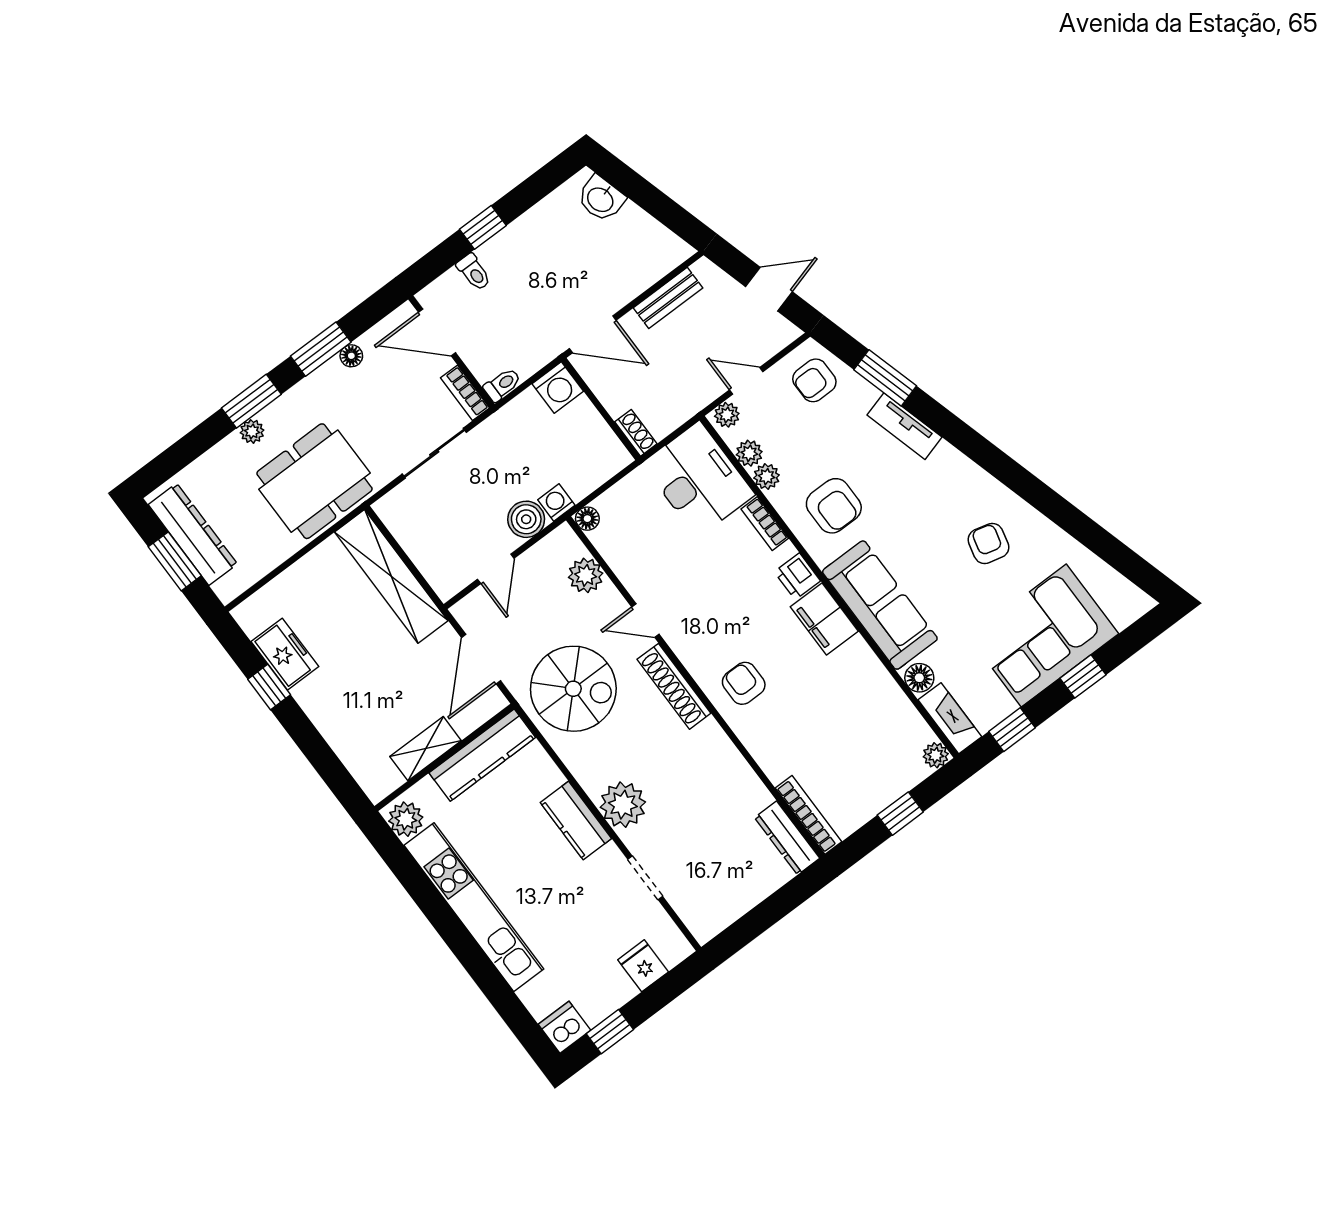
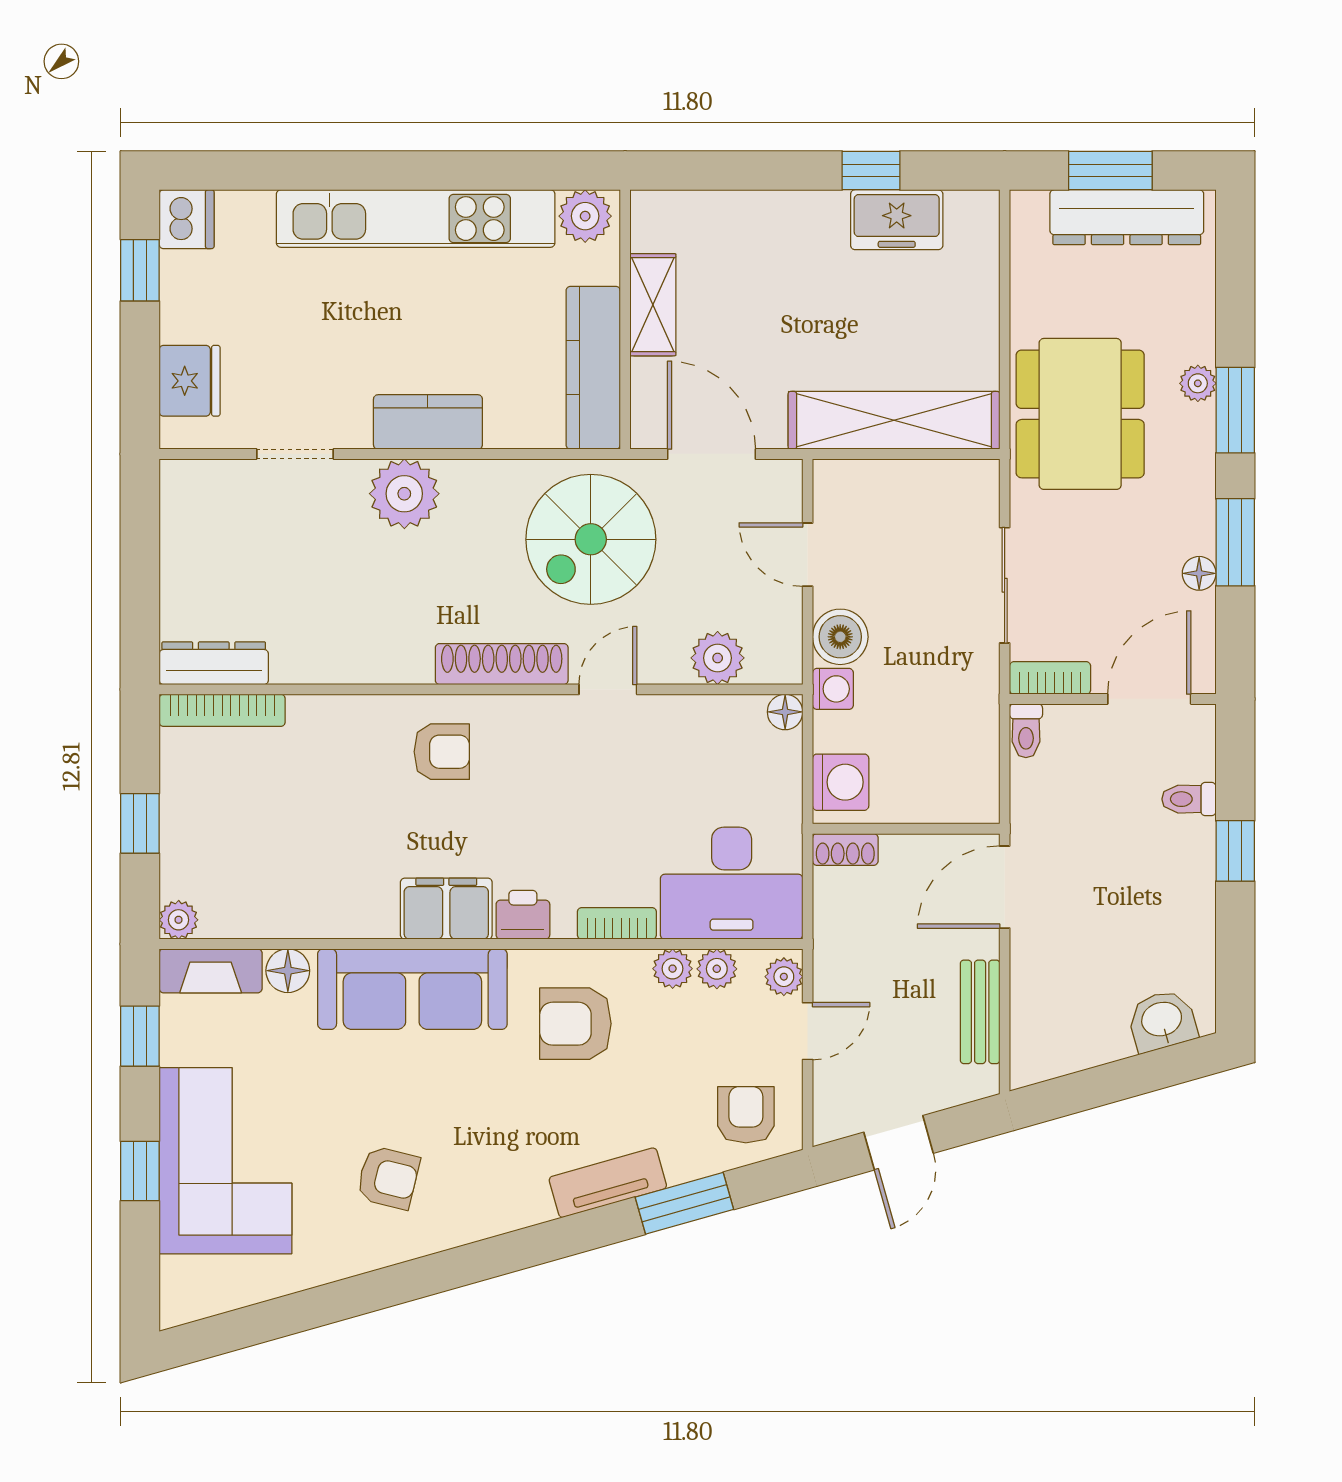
washing machine: (558, 388) -> (841, 782), moved, turned 180
fridge: (643, 966) -> (190, 381), width x1.38

